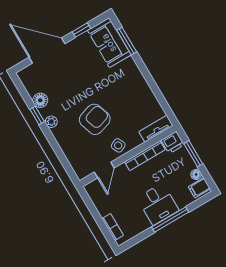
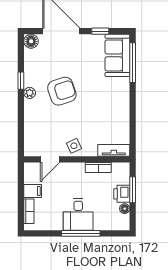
window: (127, 41) -> (133, 63), width x1.44
floor lamp: (40, 100) -> (31, 41), moved
armchair: (95, 119) -> (62, 91), moved
printer: (173, 143) -> (122, 194), moved, turned 90
bookcase: (145, 156) -> (98, 168), width x0.64
filing cabinet: (199, 188) -> (33, 191), moved, turned 180

